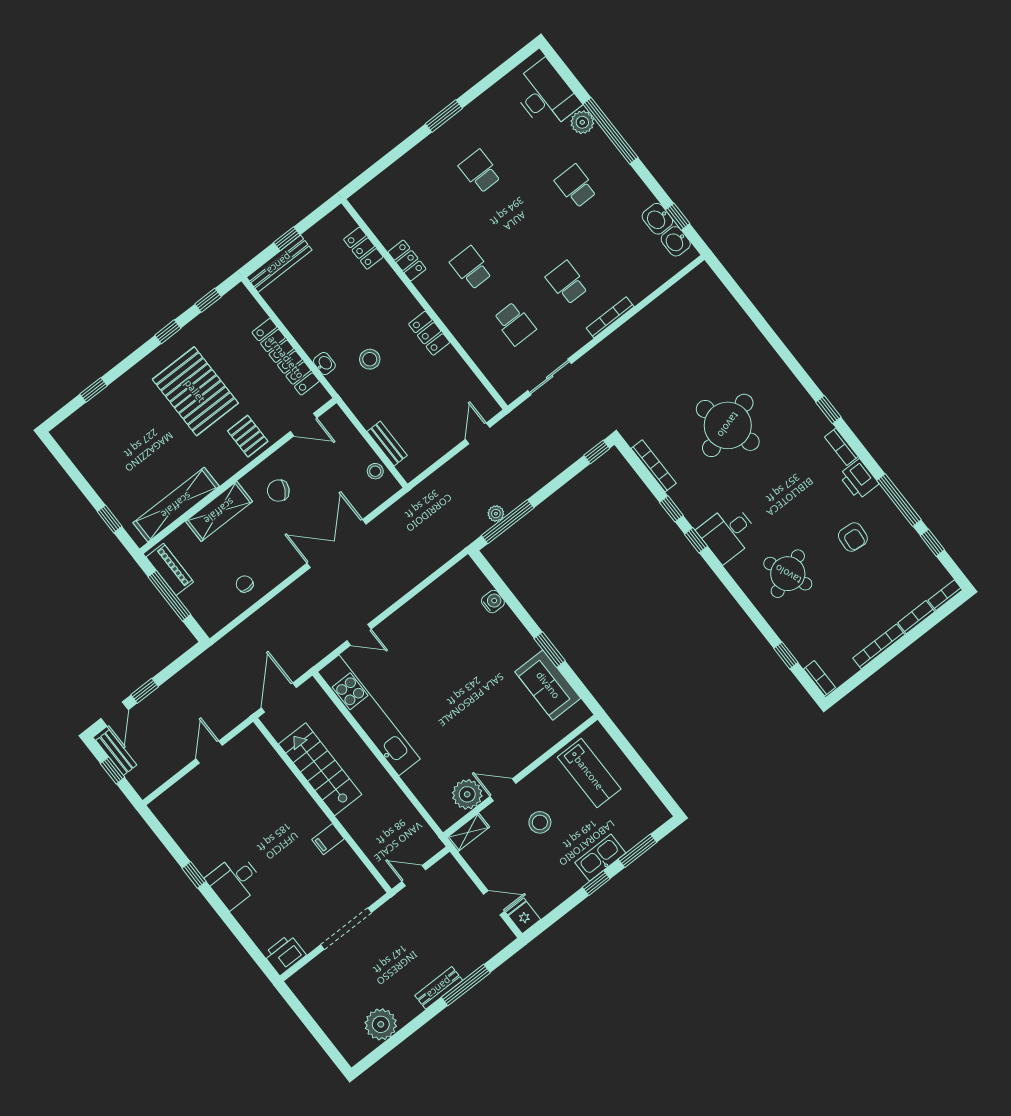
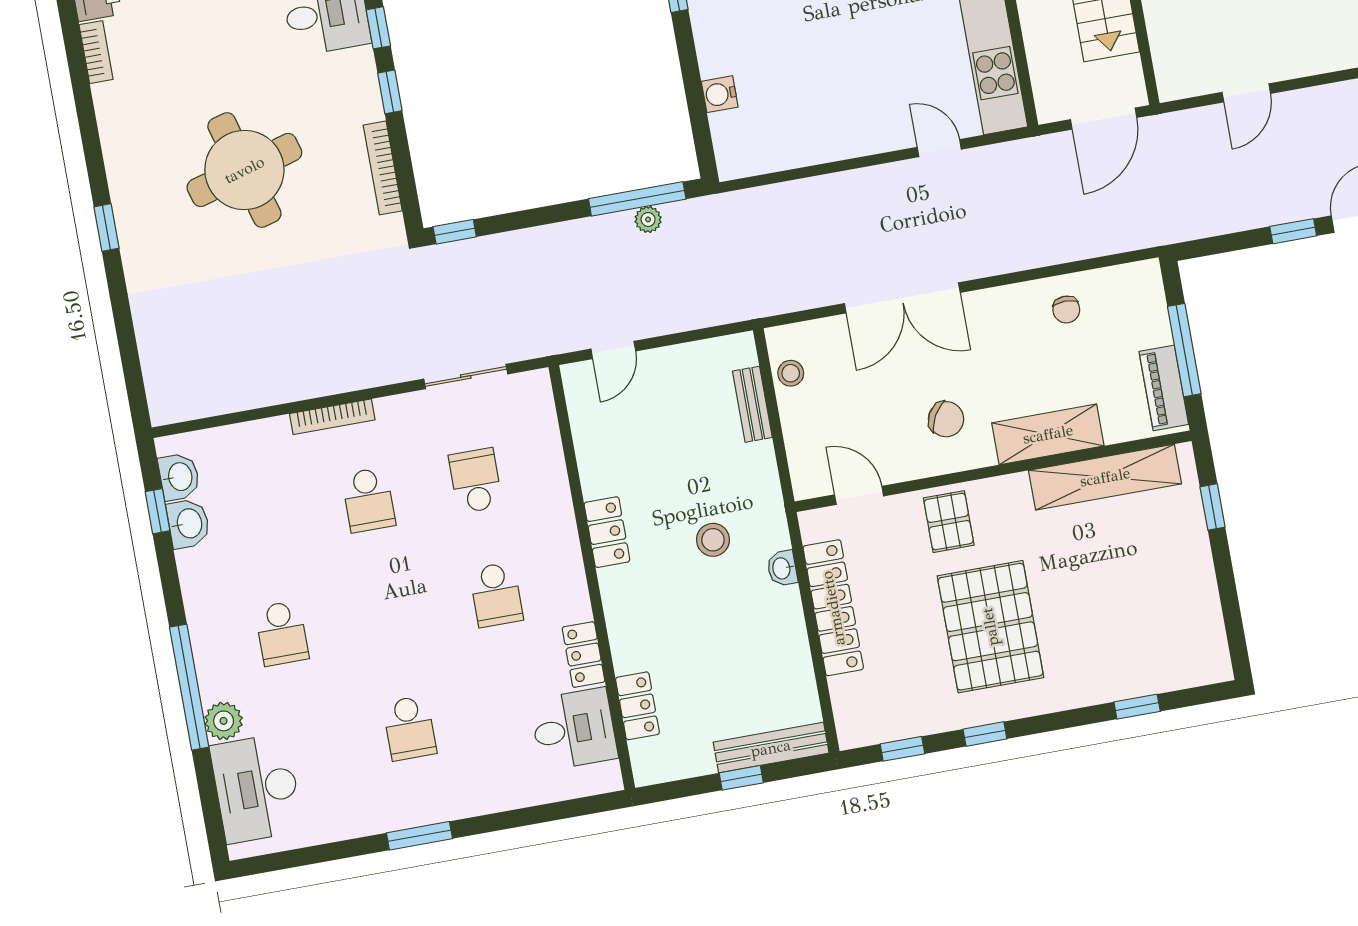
desk: (391, 217) -> (574, 729), added
window: (828, 410) -> (106, 227), moved

